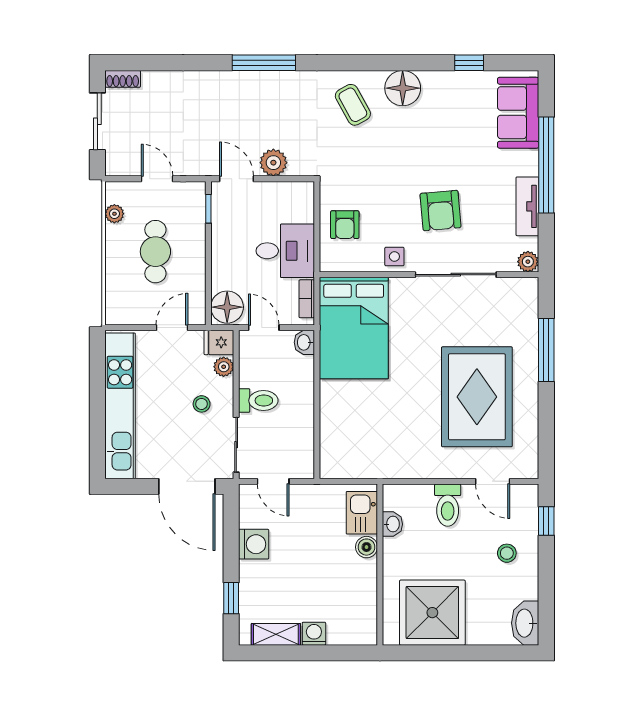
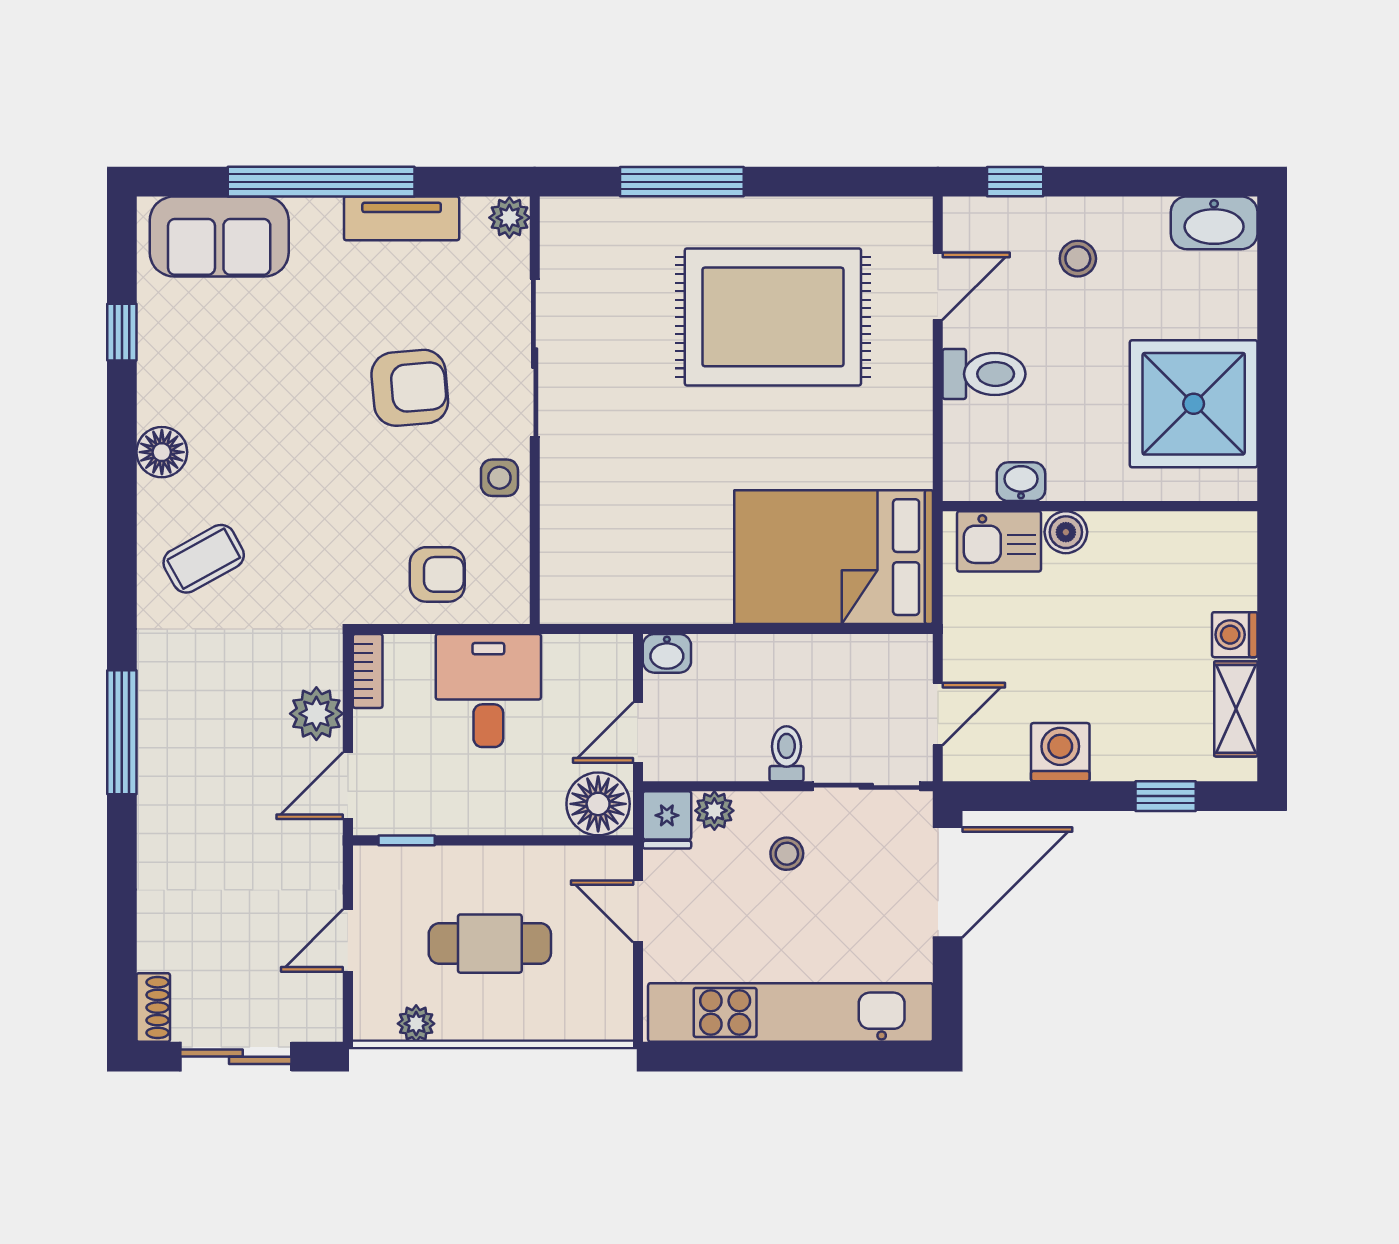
floor lamp: (403, 88) -> (162, 452), width x0.73, depth x0.73
bookcase: (307, 299) -> (368, 671), moved, turned -90
bed: (354, 328) -> (834, 557), moved, turned 180
toilet: (258, 401) -> (786, 754), width x0.73, depth x0.72

